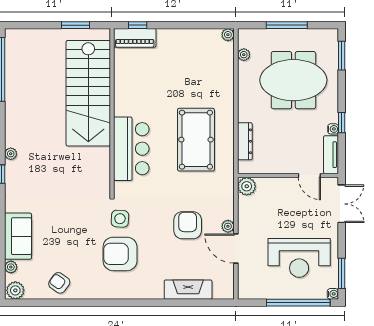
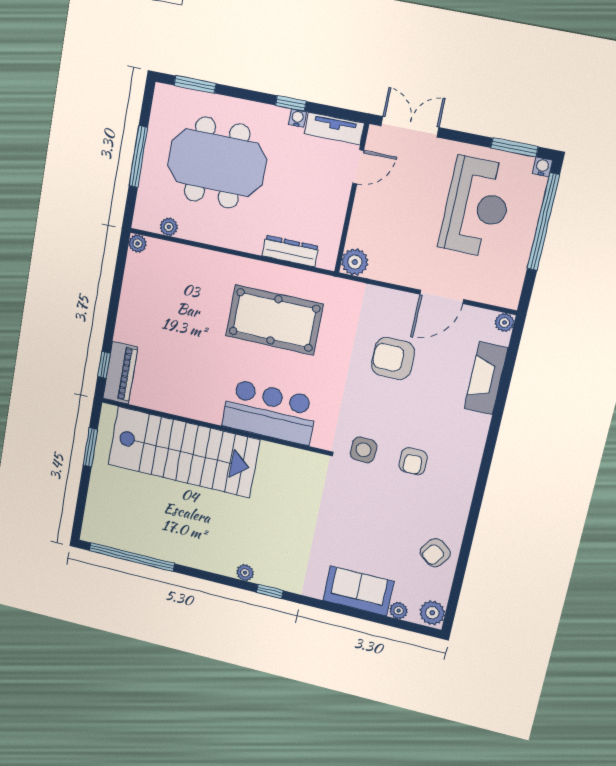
meeting table: (293, 80) -> (217, 163), turned 90
plant: (228, 226) -> (504, 322), moved
armchair: (120, 254) -> (413, 461), width x0.53, depth x0.53

